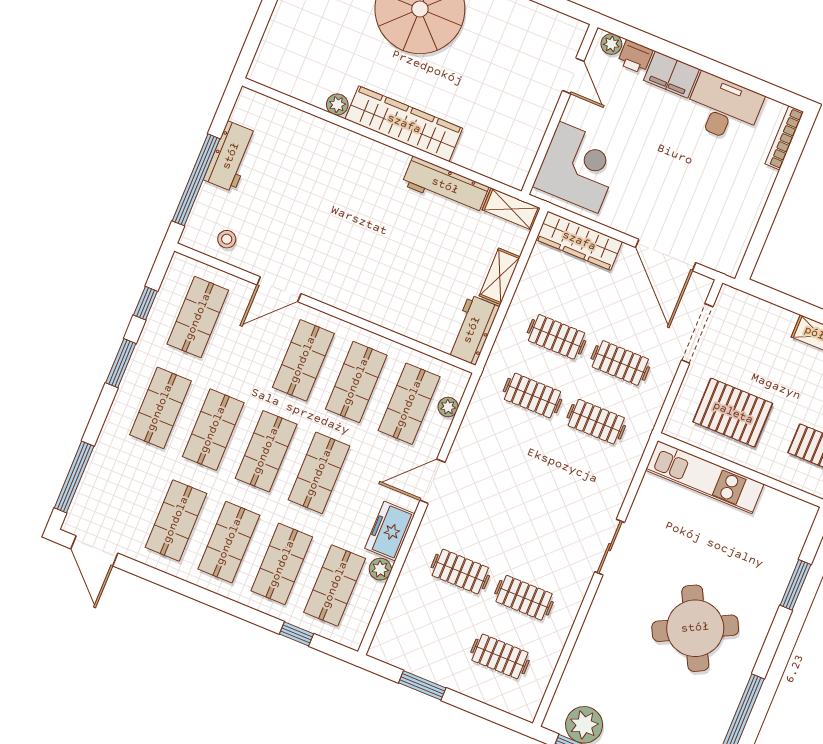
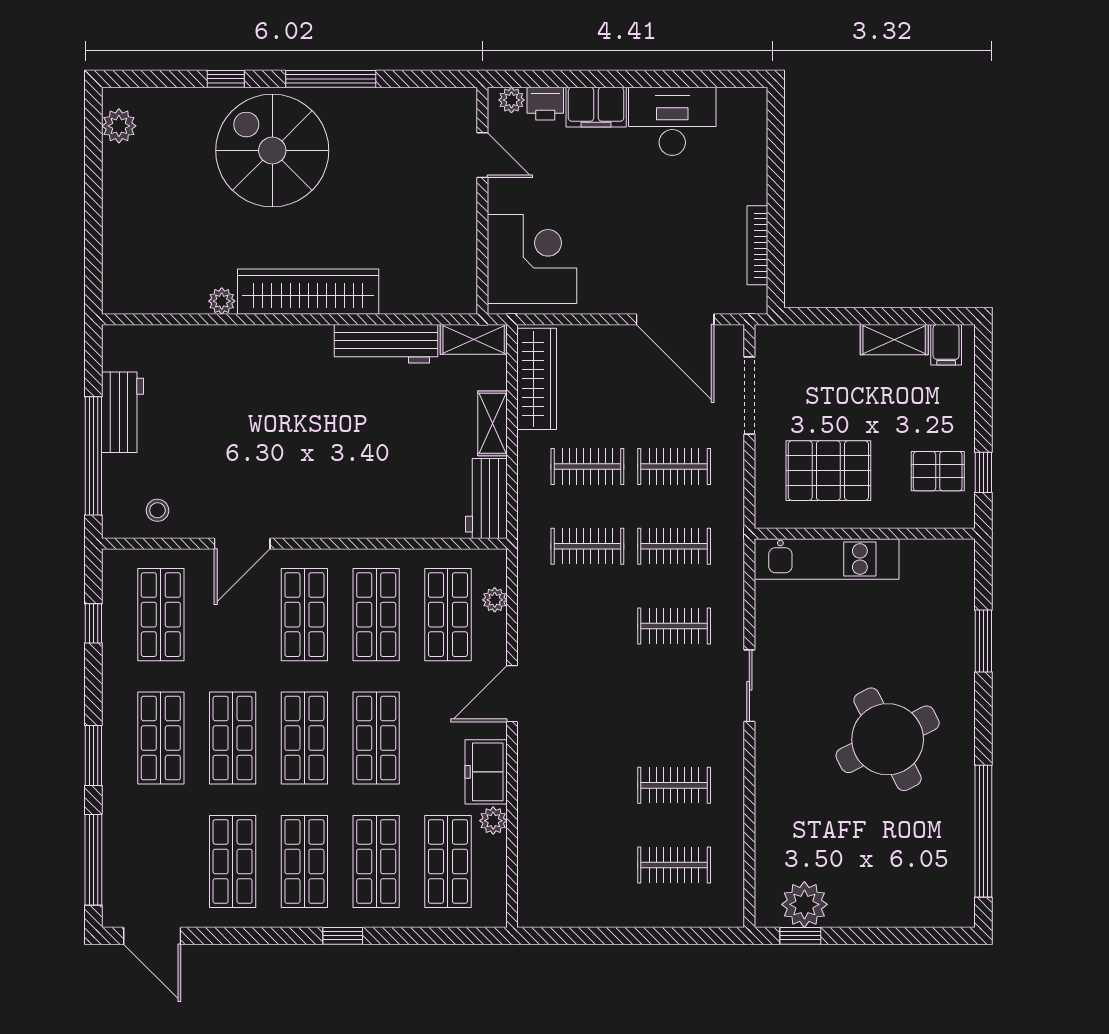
bookcase: (784, 138) -> (757, 245), moved
wardrobe: (579, 241) -> (537, 379), moved, turned -90
window: (121, 363) -> (93, 756), moved
clothes rail: (460, 572) -> (674, 626), moved
window: (297, 634) -> (343, 936), moved
window: (422, 685) -> (598, 936), removed

